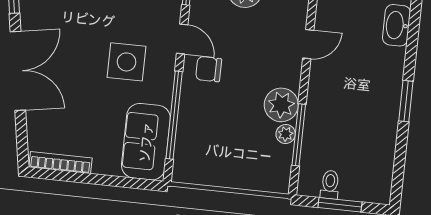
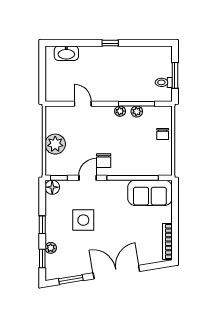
side table: (127, 62) -> (83, 220), moved
window: (406, 101) -> (110, 43), width x0.67
plant: (281, 105) -> (120, 111), width x0.53, depth x0.53
chair: (243, 173) -> (163, 134), added

